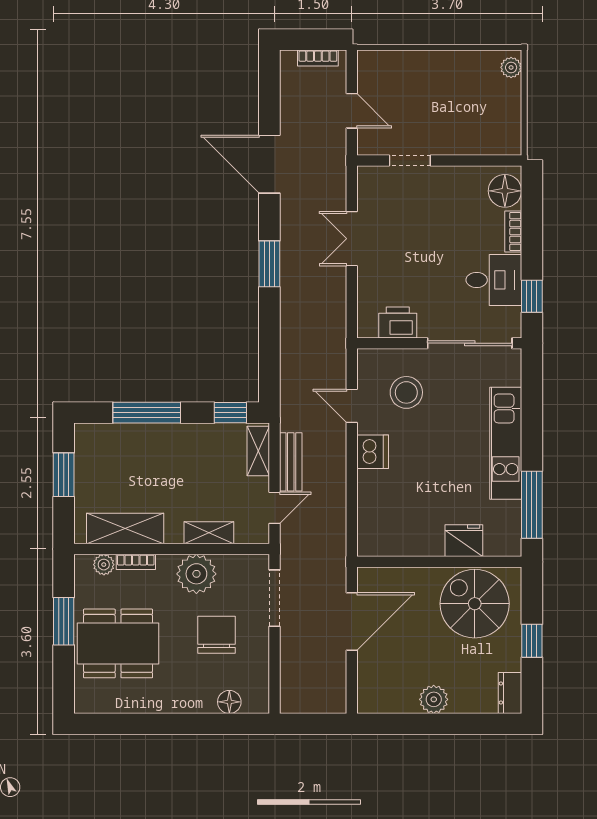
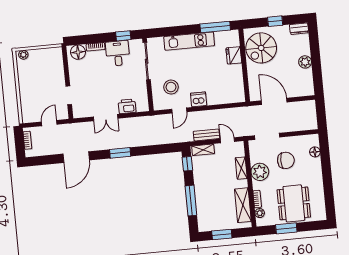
printer: (398, 322) -> (127, 106), moved, turned 90
chair: (217, 635) -> (286, 160), turned 180

